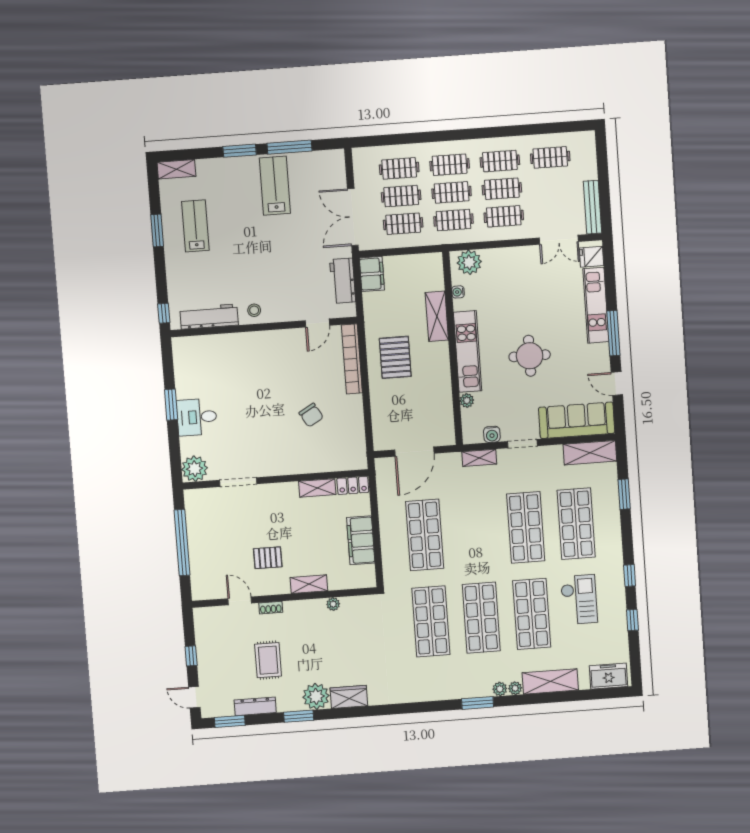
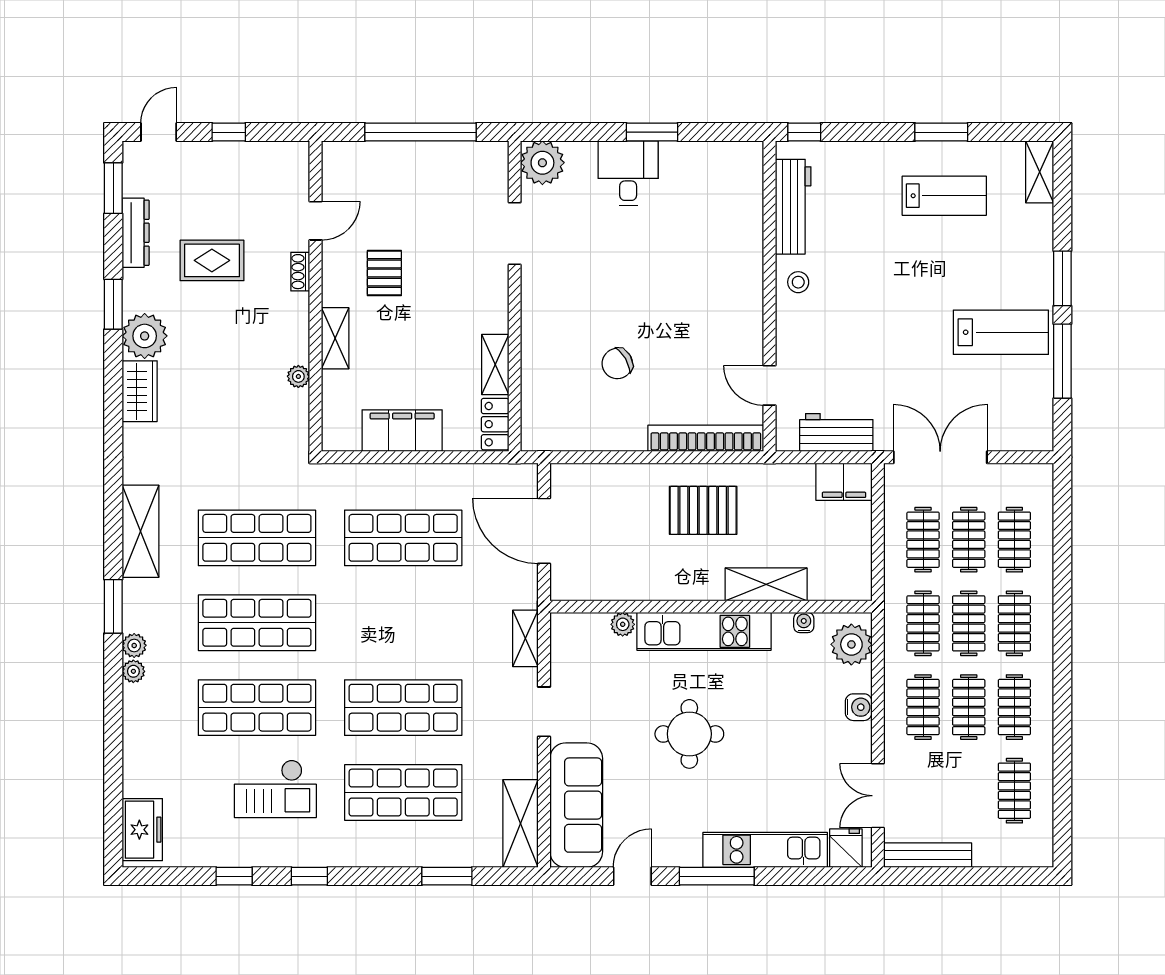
water cooler: (492, 434) -> (859, 707), moved, turned 180
shelving: (550, 681) -> (141, 531), moved

